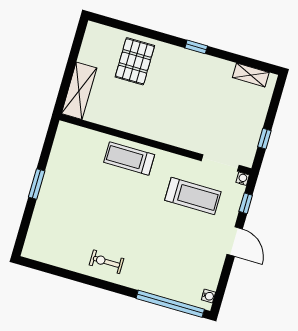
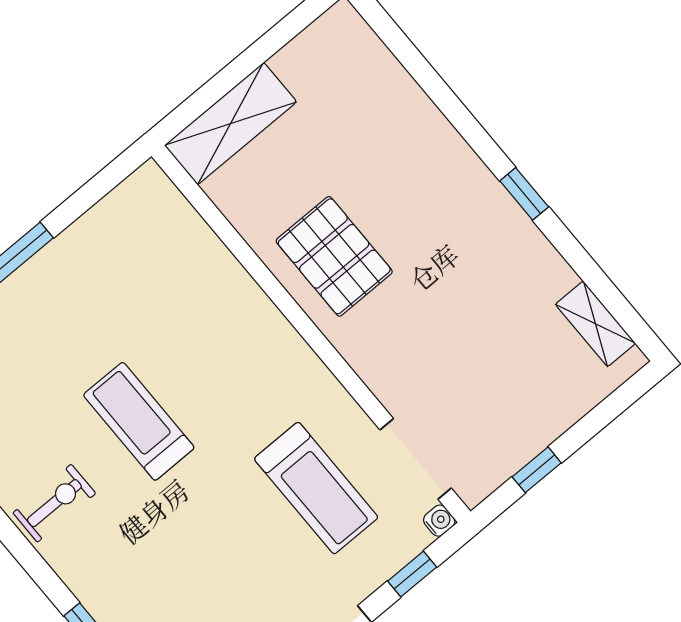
pallet: (135, 61) -> (334, 256), moved, turned 90
treadmill: (129, 158) -> (139, 421), moved
exercise bike: (106, 262) -> (54, 503), turned 90

